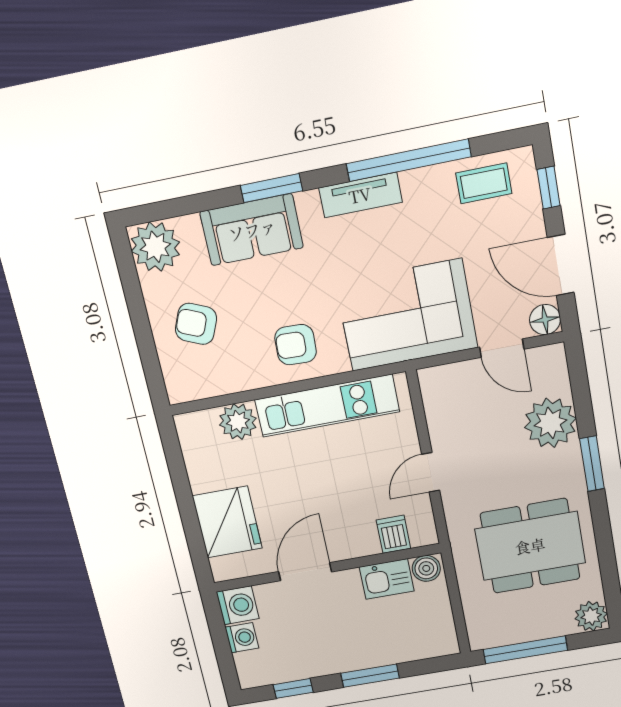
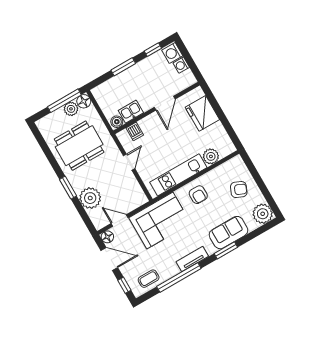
armchair: (296, 345) -> (198, 195), turned 88
washing machine: (238, 605) -> (172, 53), moved
plant: (591, 616) -> (71, 109), moved
floor lamp: (483, 635) -> (84, 101), added

